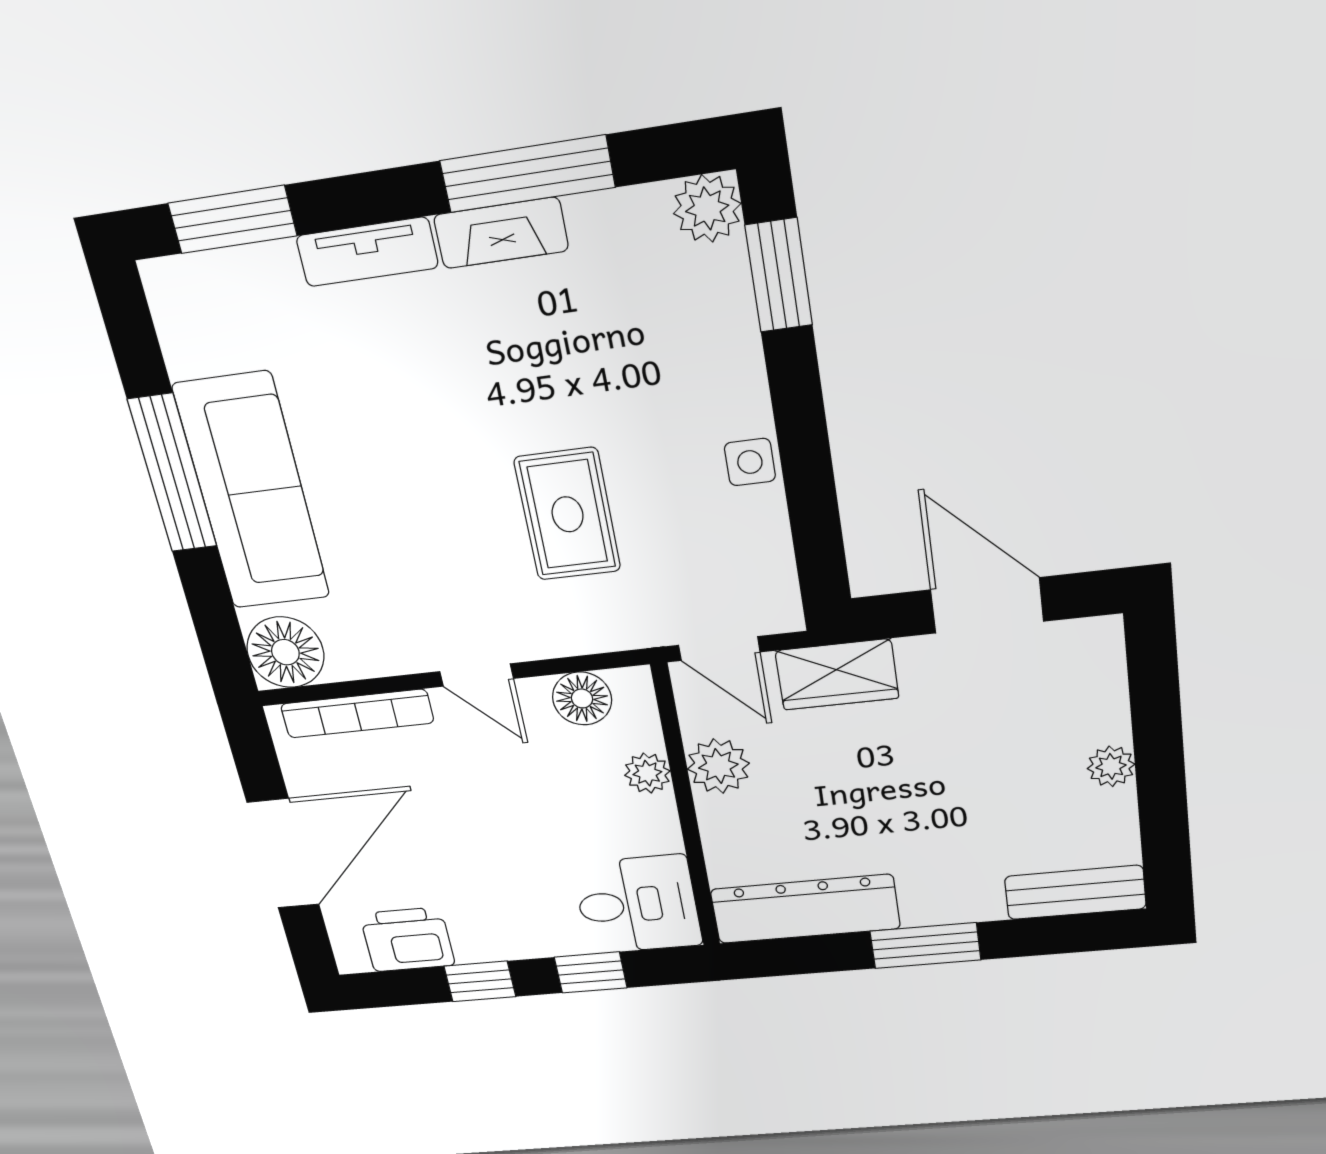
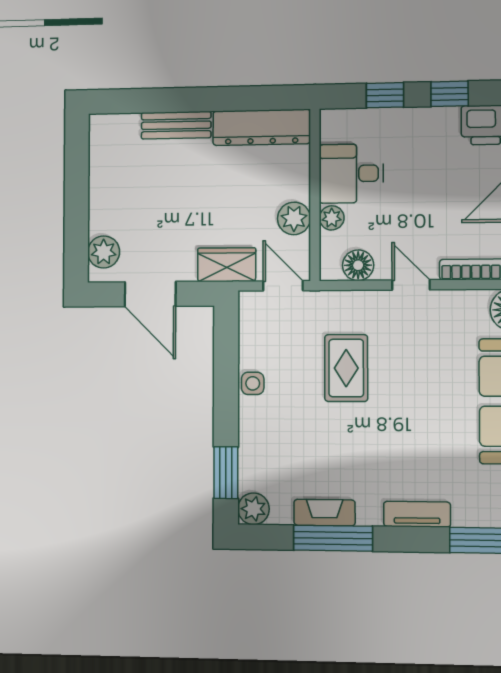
fireplace: (501, 233) -> (325, 513), moved
plant: (1111, 766) -> (104, 252), moved, width x1.38, depth x1.38
bench: (1075, 892) -> (176, 125), moved
desk: (637, 904) -> (351, 173), moved
window: (925, 946) -> (202, 99), removed

